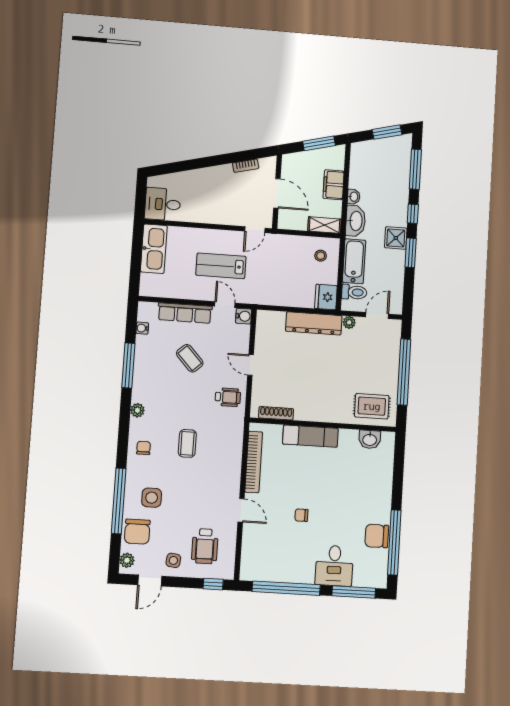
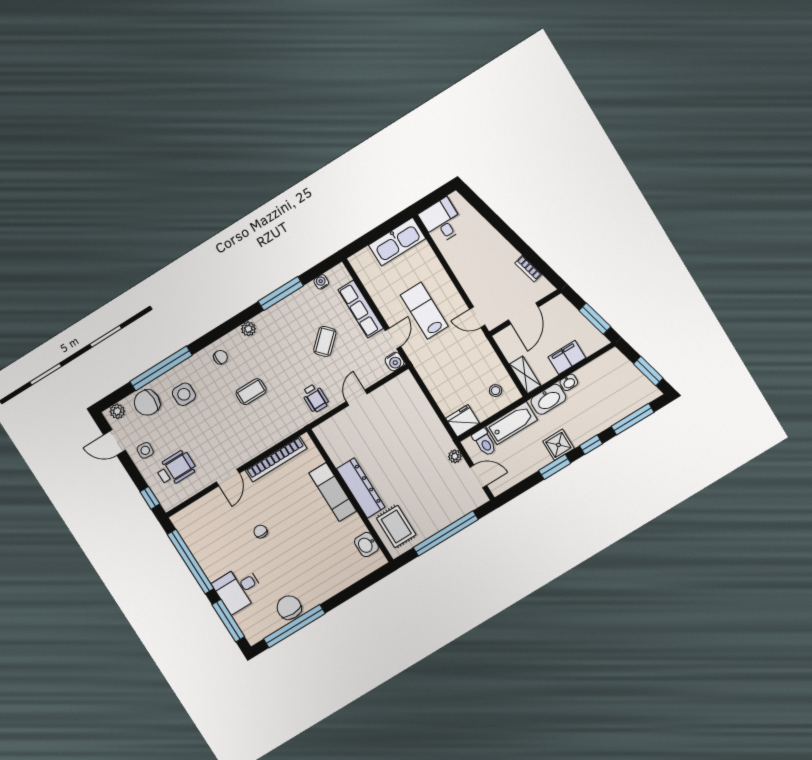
dresser: (314, 323) -> (361, 488), moved, turned 180
shoe rack: (276, 413) -> (331, 449), removed
wheelchair: (205, 546) -> (176, 468), turned 180

